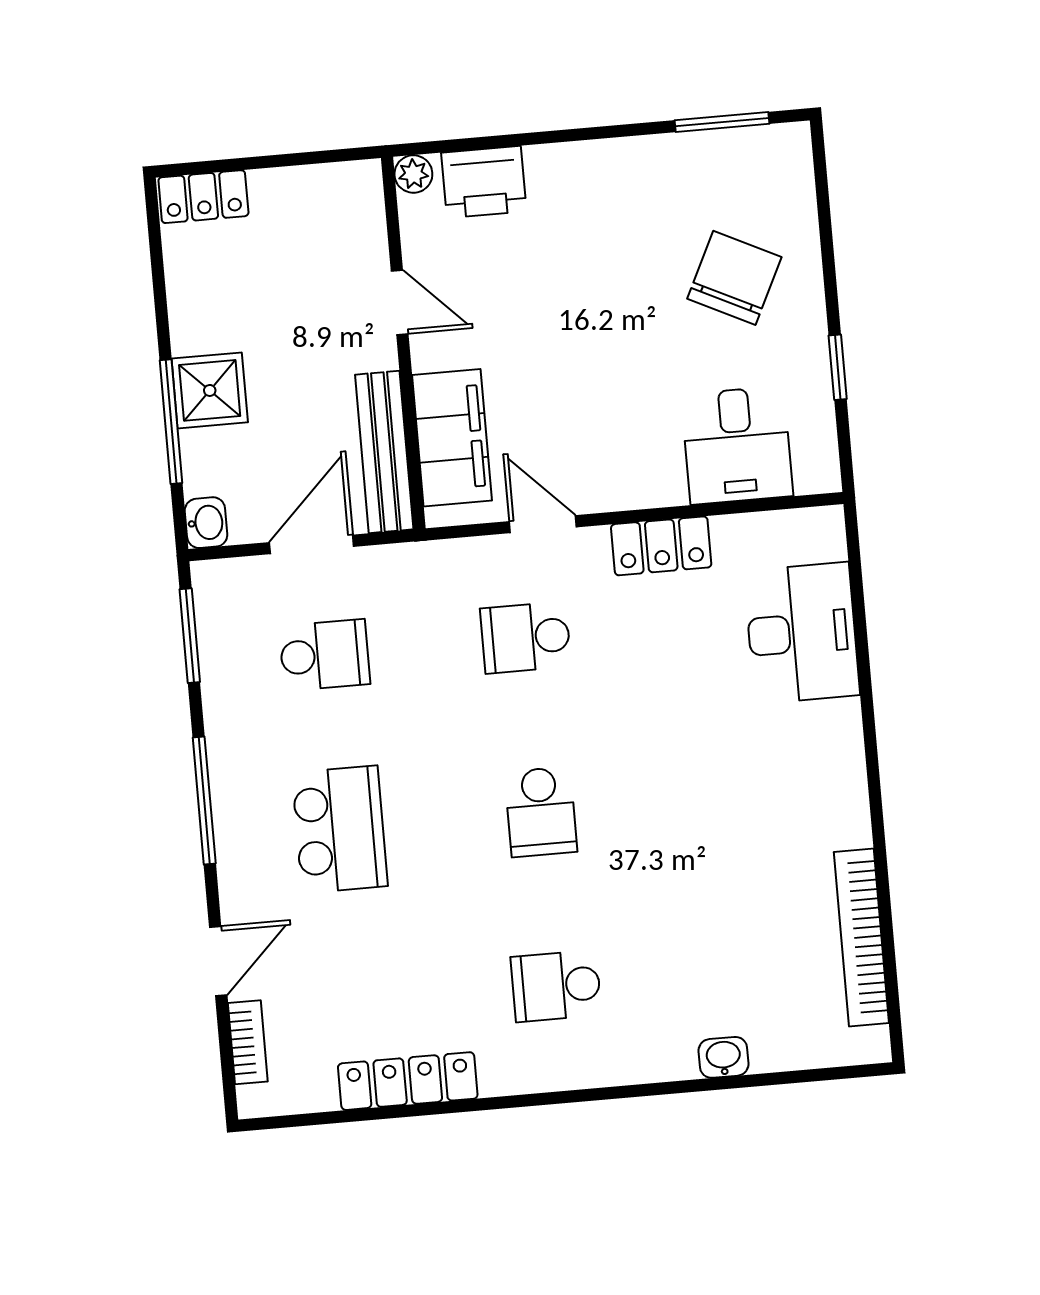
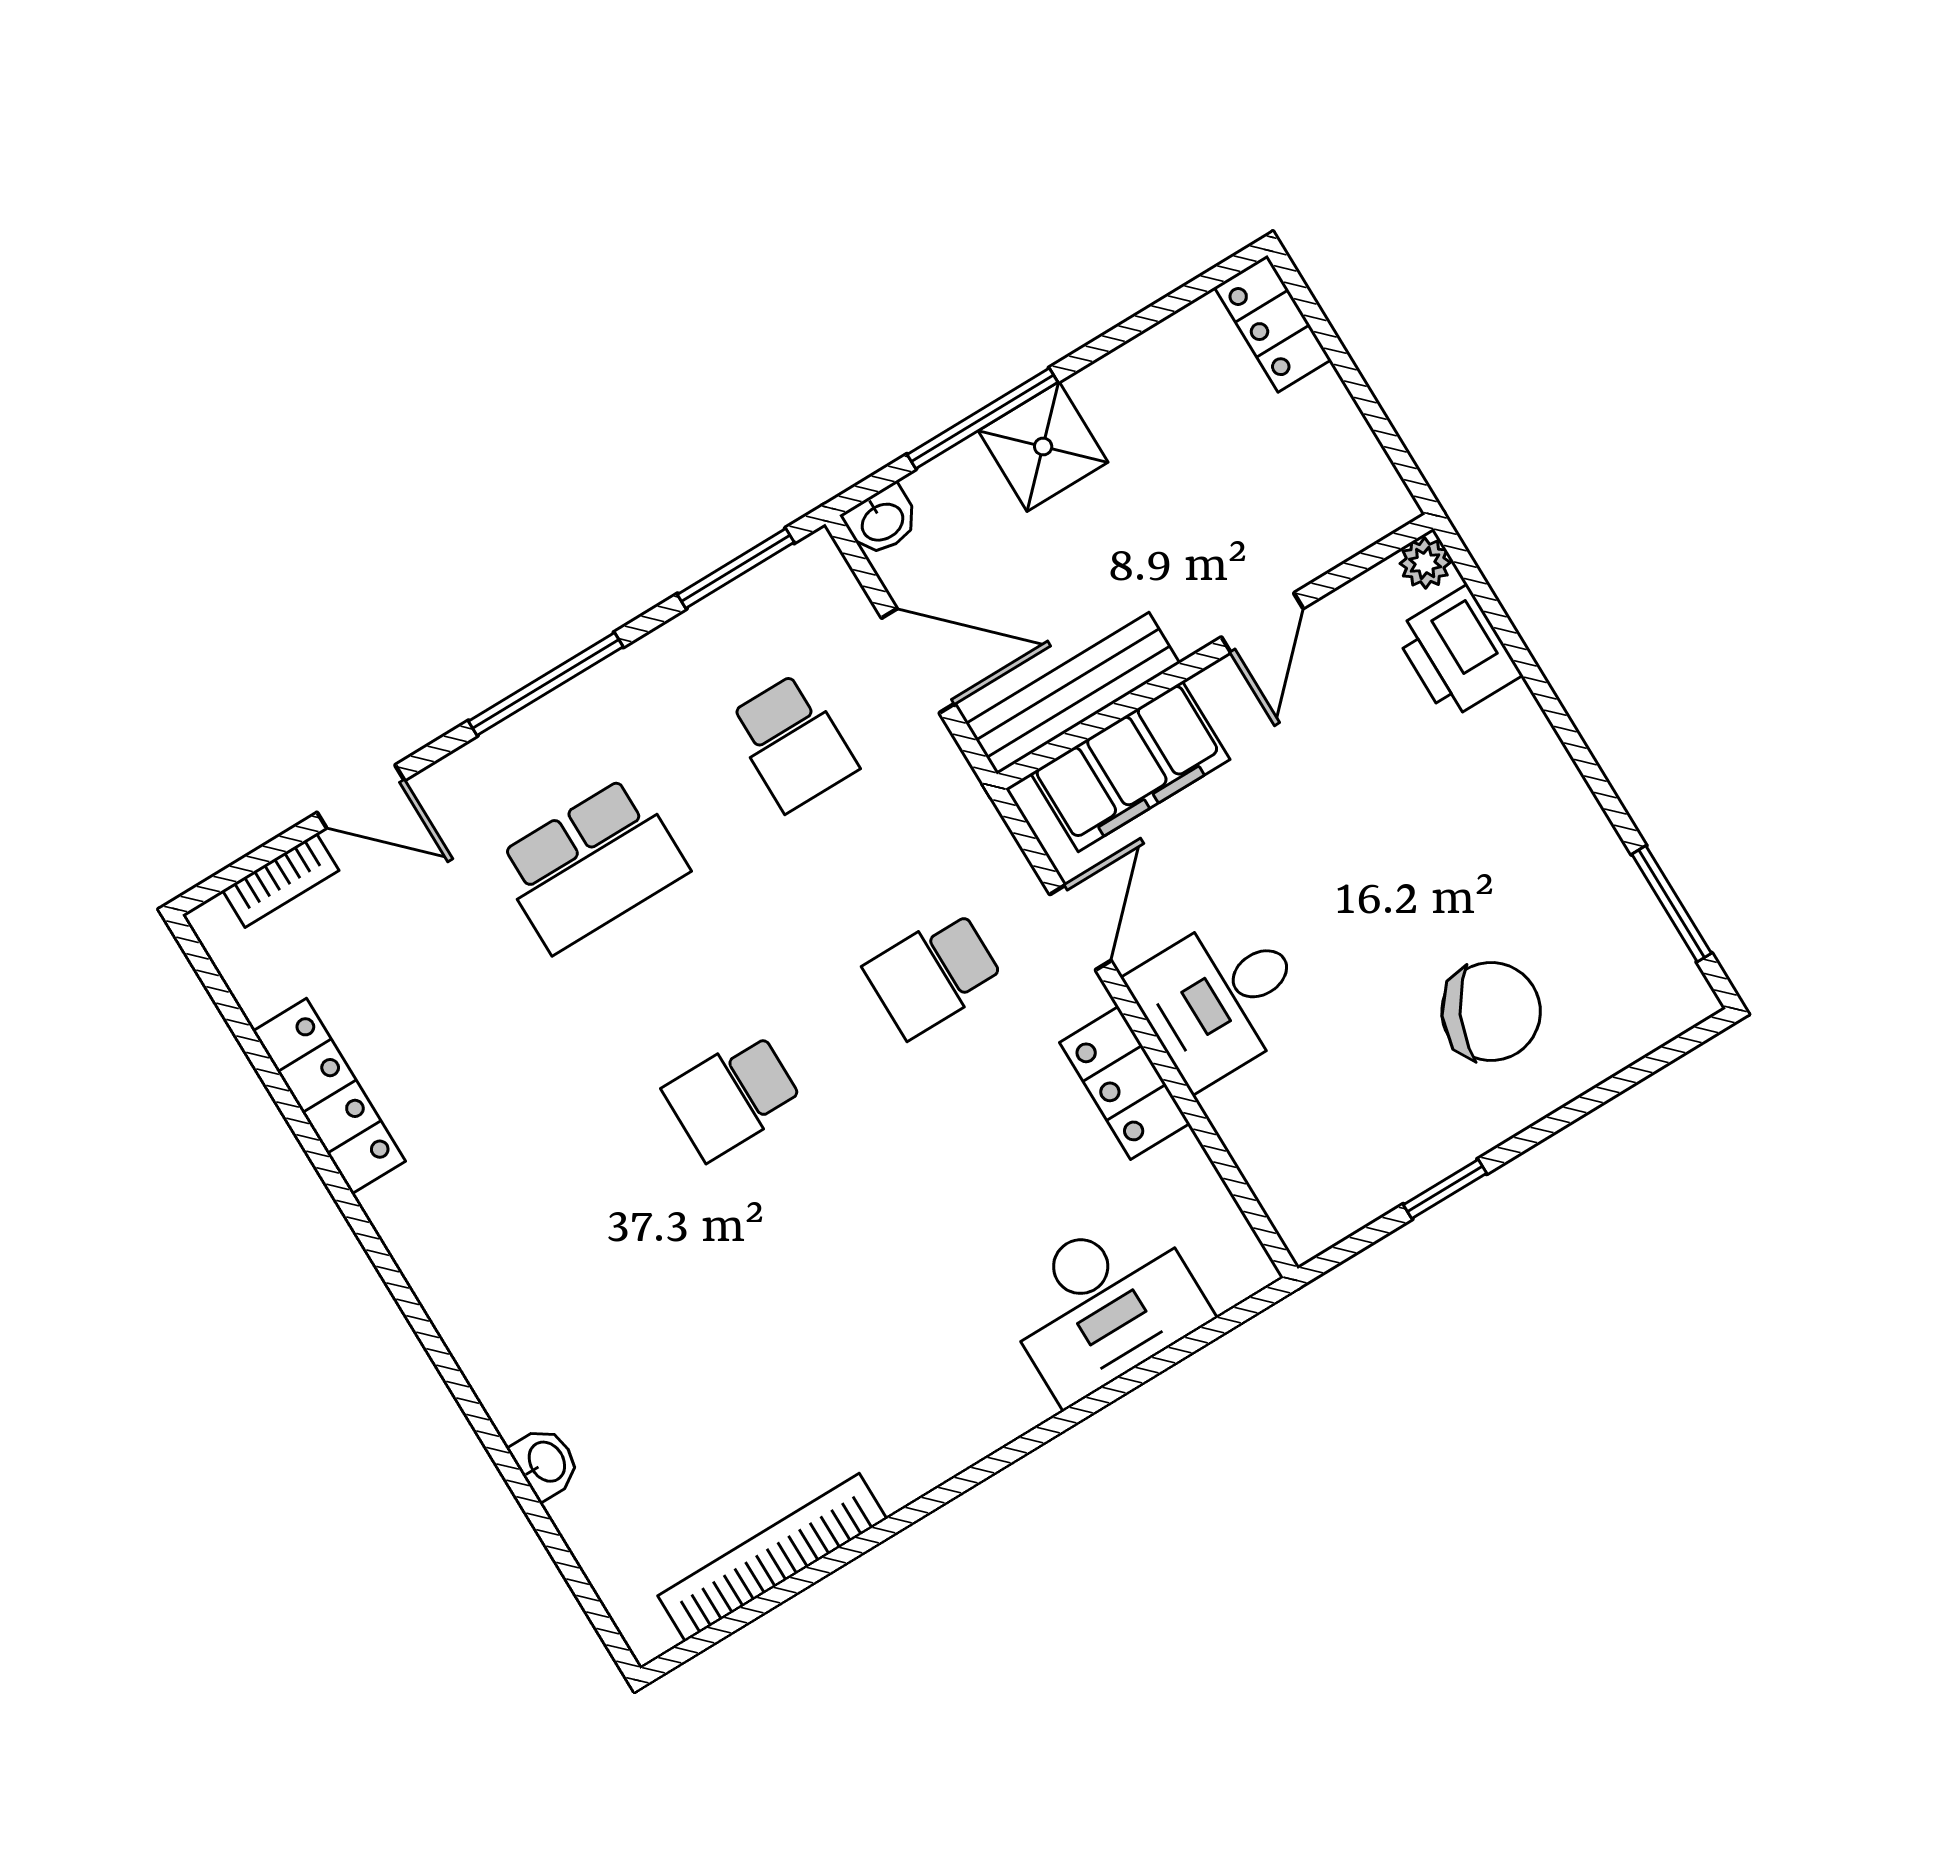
desk: (737, 445) -> (1220, 998), moved
school desk: (526, 637) -> (934, 974), turned -90
school desk: (556, 986) -> (532, 1218), removed

